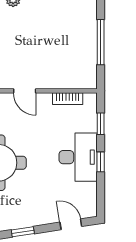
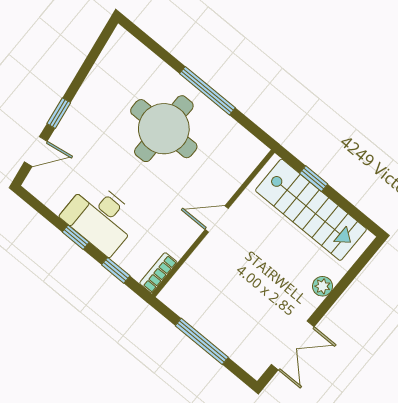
bookcase: (68, 99) -> (158, 273), moved
window: (23, 232) -> (59, 113), moved

